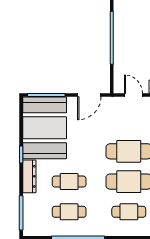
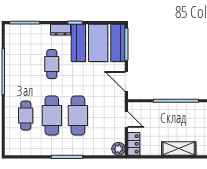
door: (133, 95) -> (126, 120), hinge flipped
dresser: (29, 176) -> (61, 30), width x0.70
cafe table: (69, 212) -> (26, 64), removed

